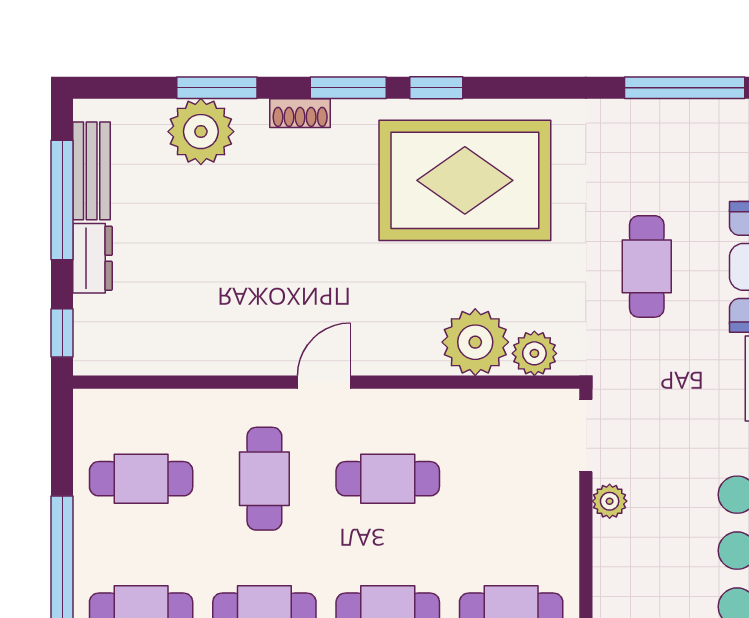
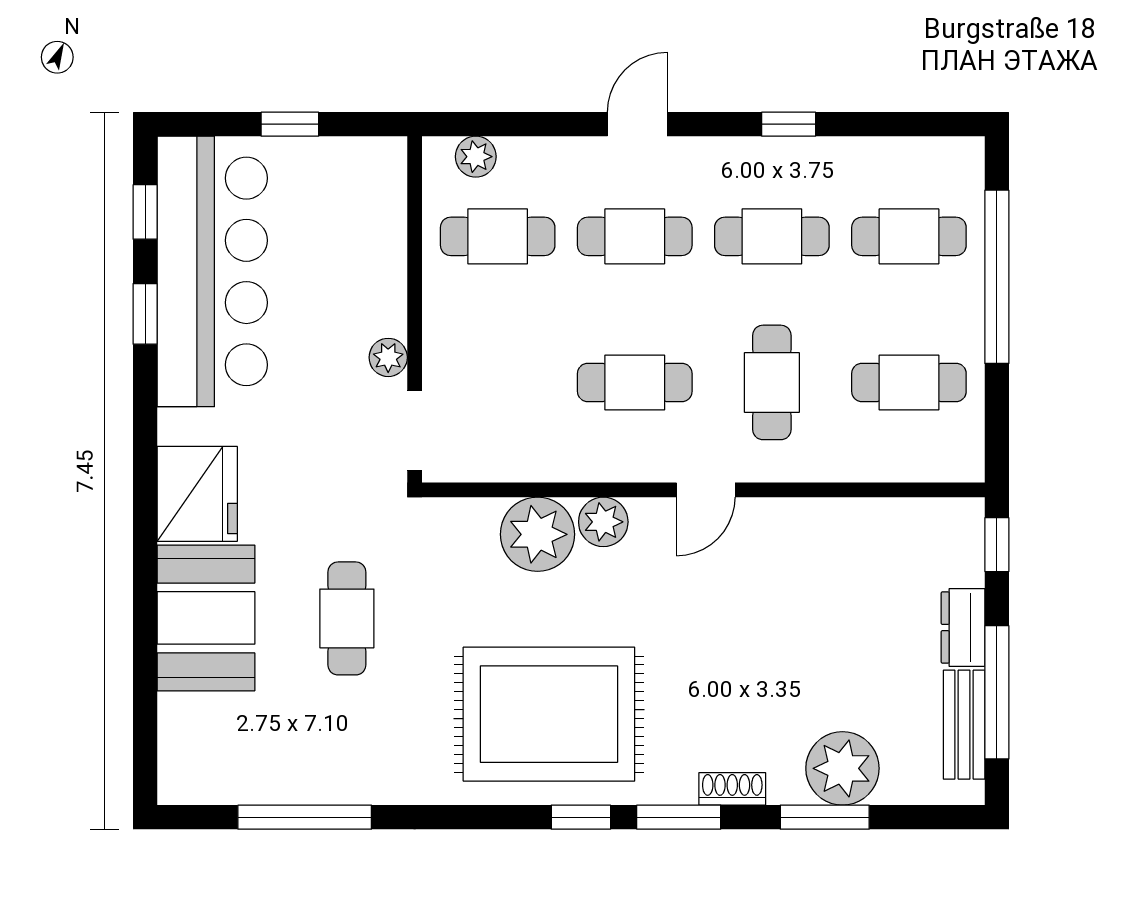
plant: (534, 353) -> (603, 522), moved

